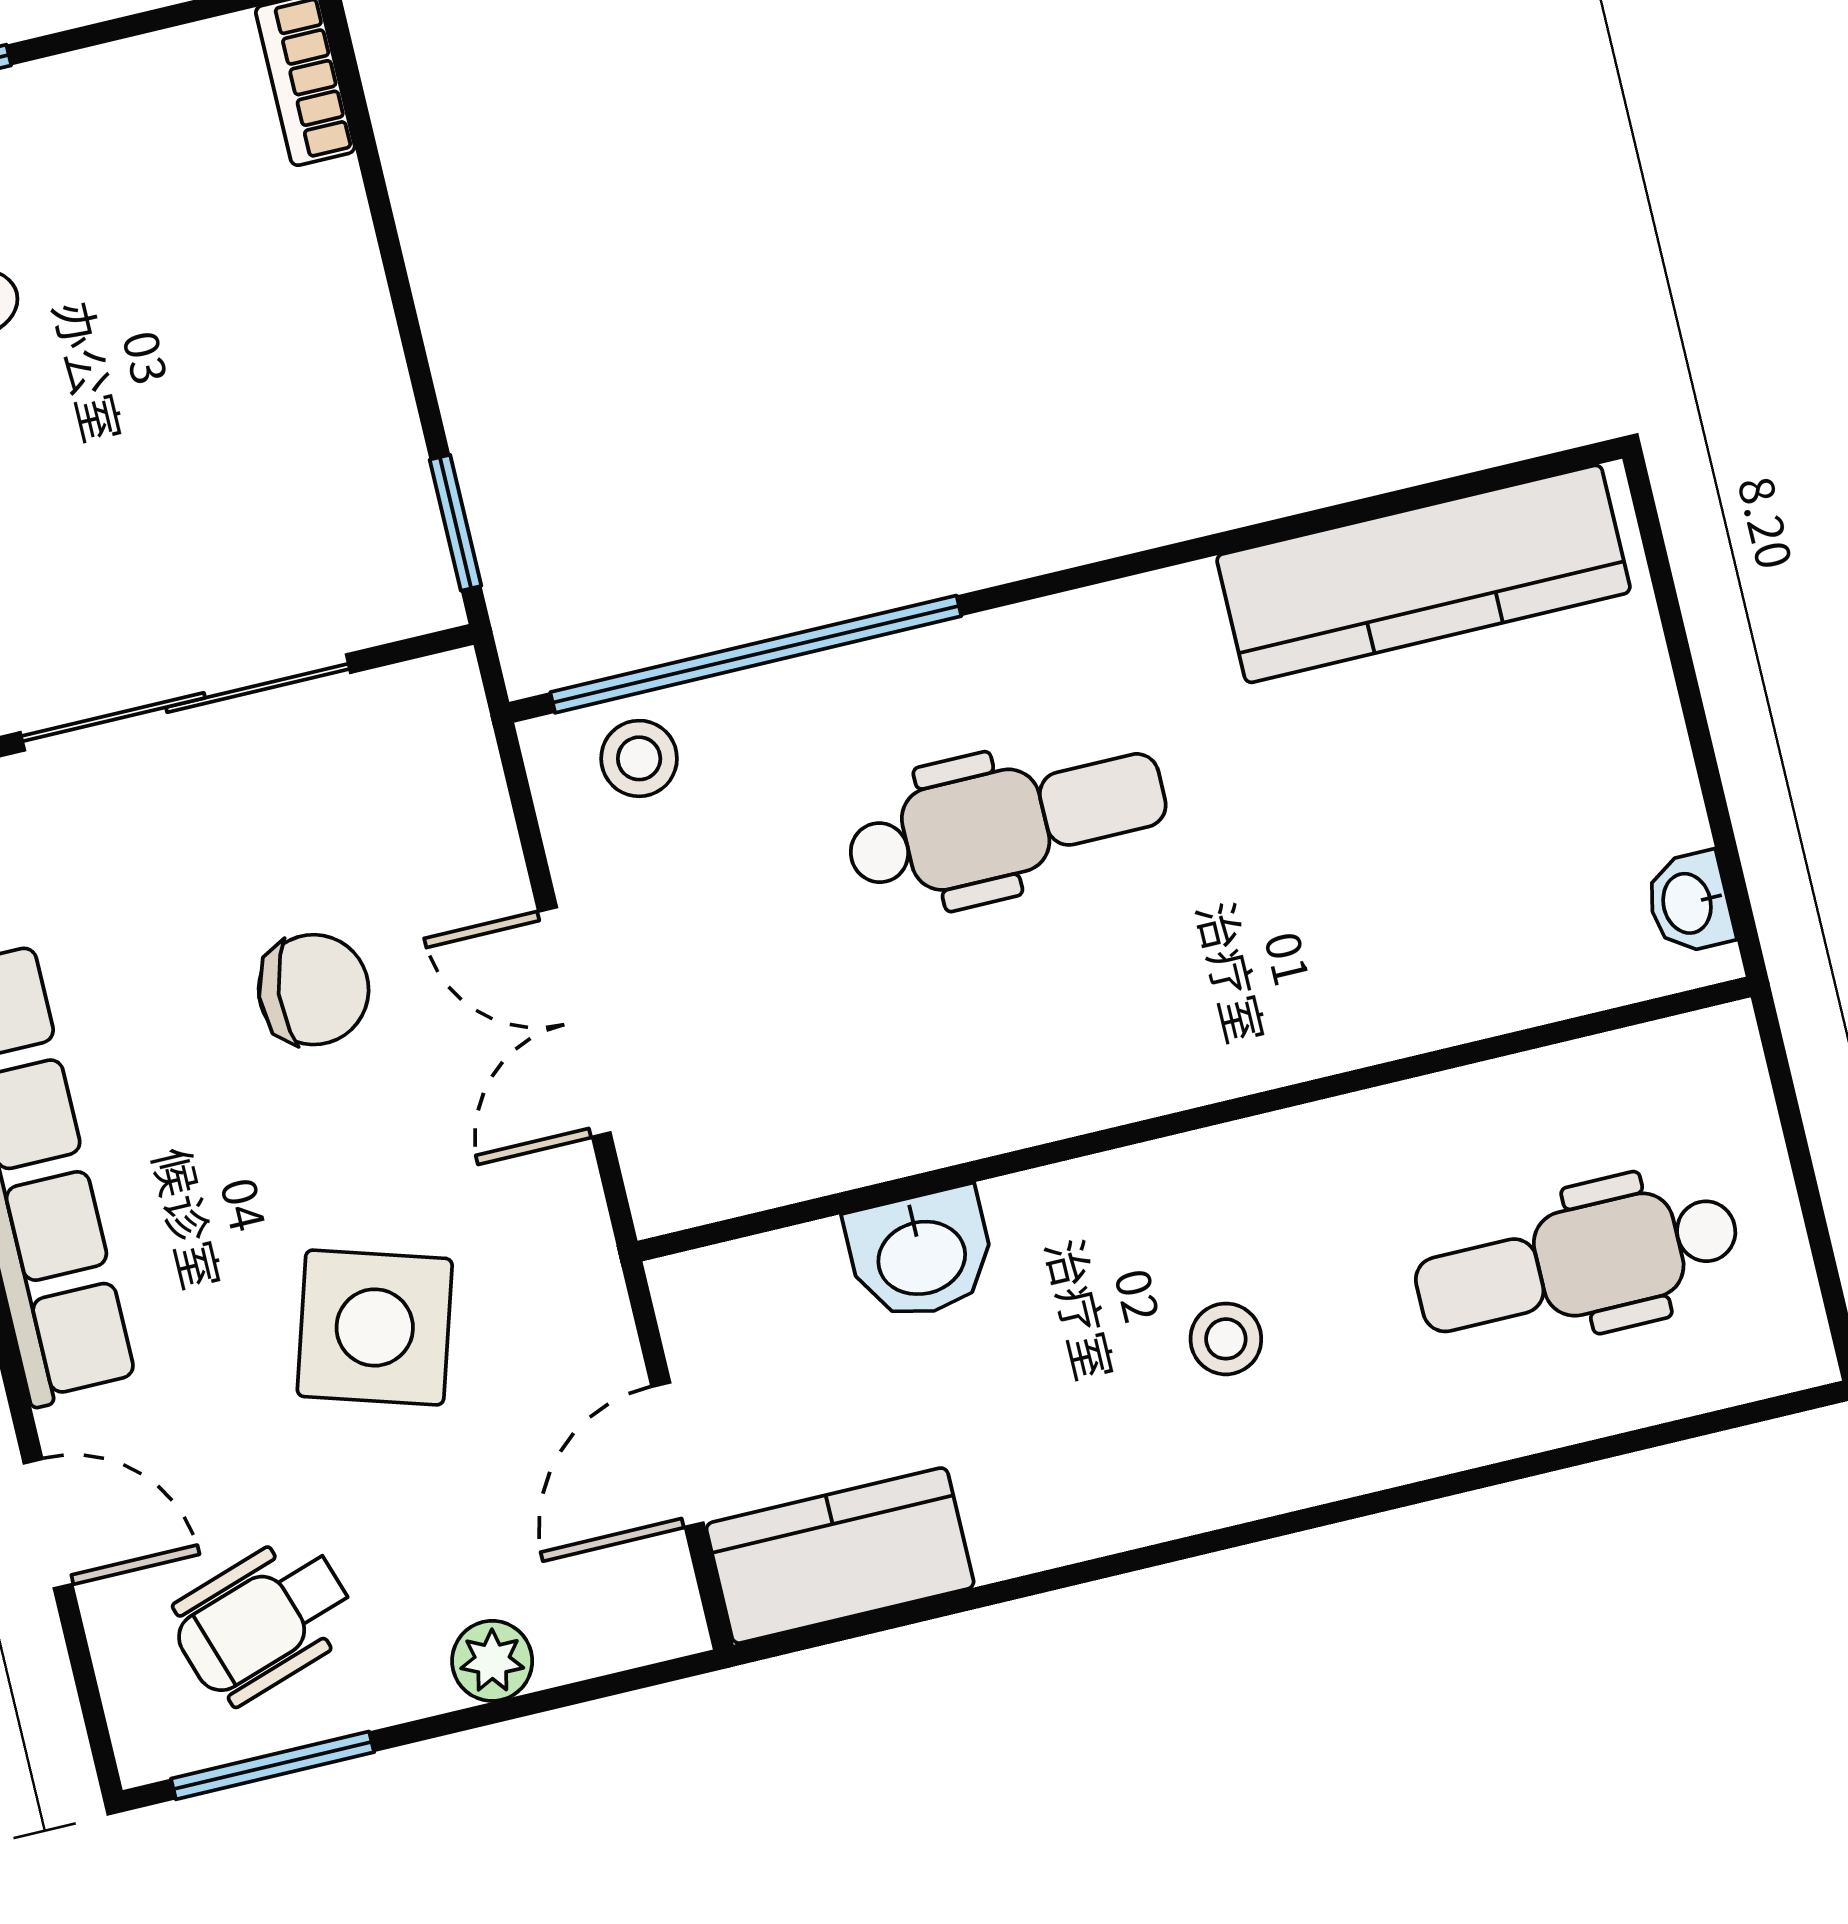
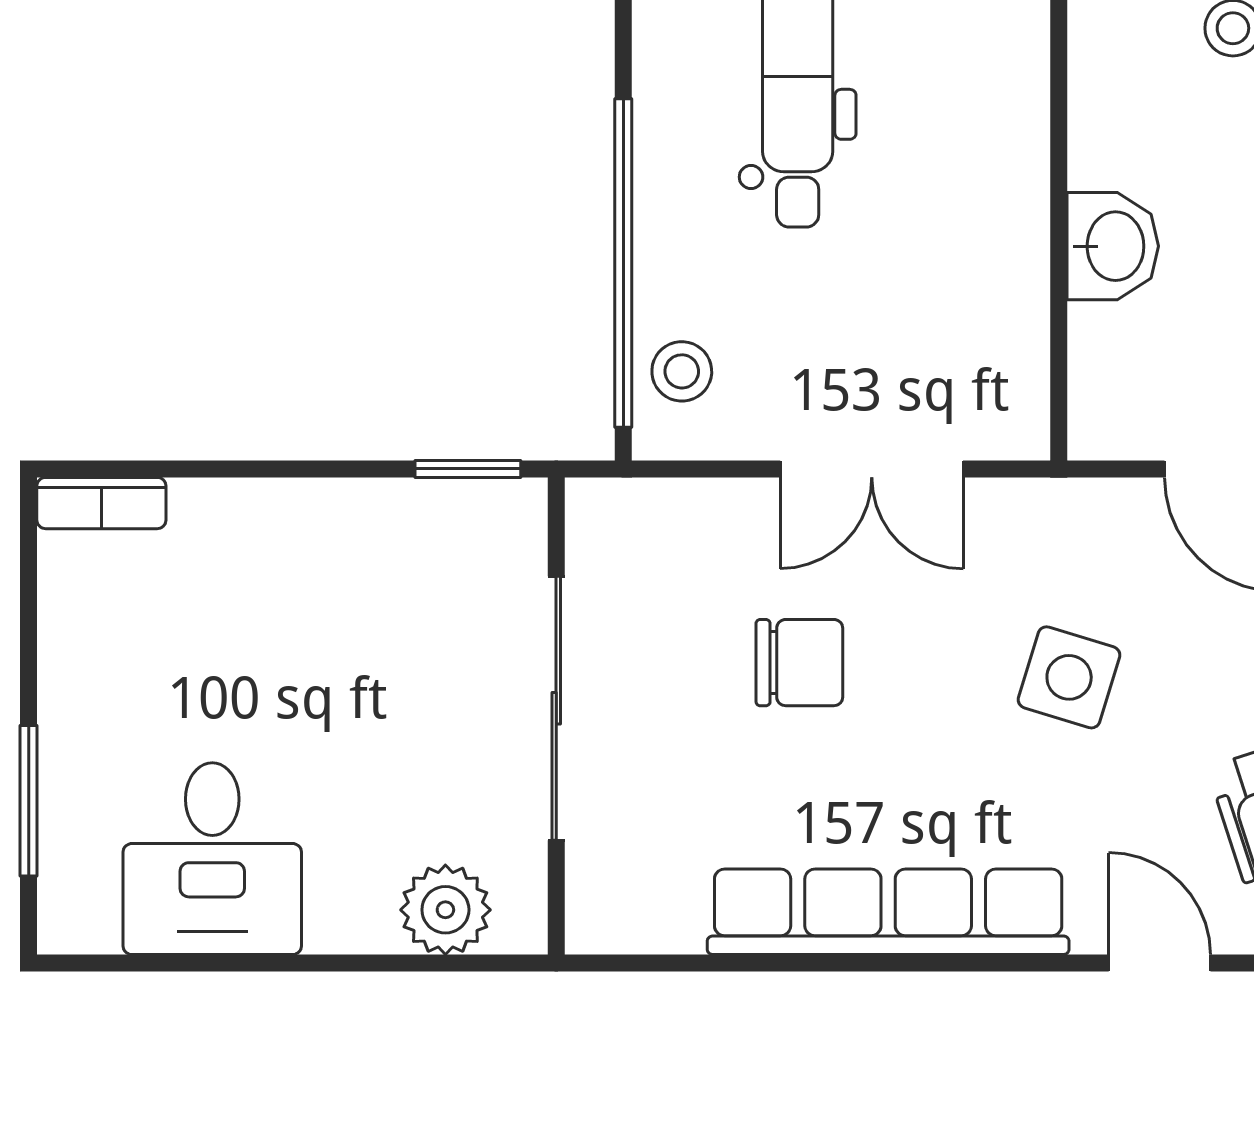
chair: (314, 990) -> (799, 663), turned 84
side table: (375, 1327) -> (1069, 677), width x0.73, depth x0.73
door: (48, 1524) -> (1160, 963), hinge flipped

